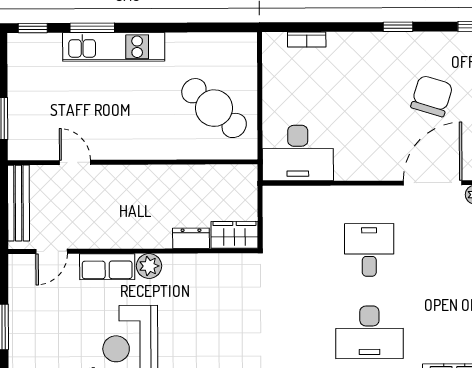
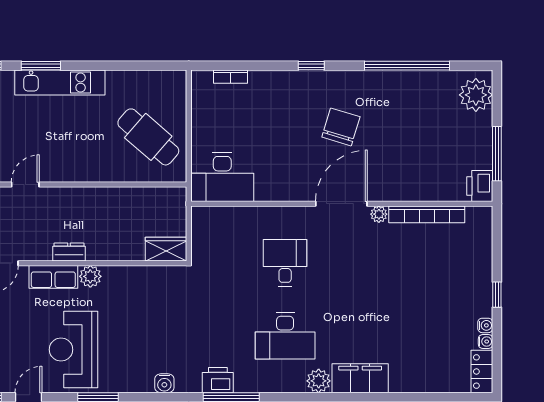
door: (75, 162) -> (25, 185), hinge flipped
dresser: (191, 238) -> (69, 252), moved

